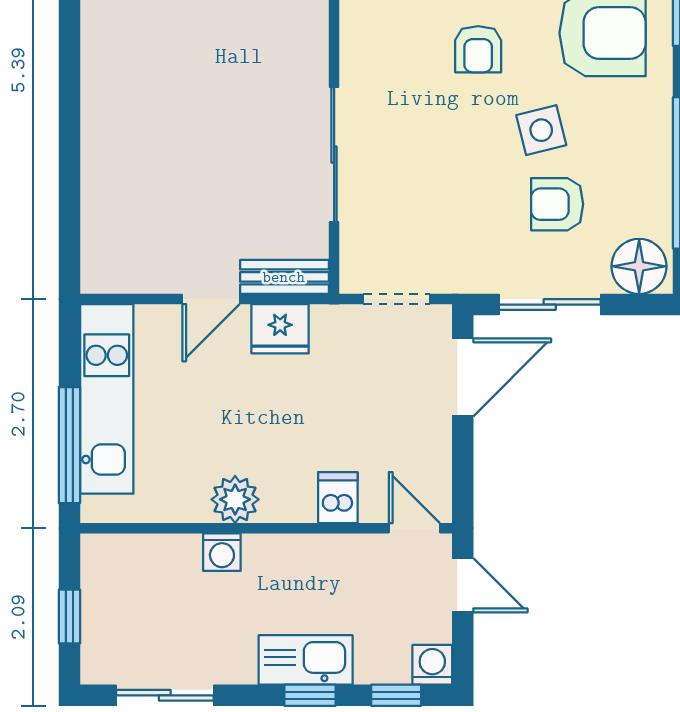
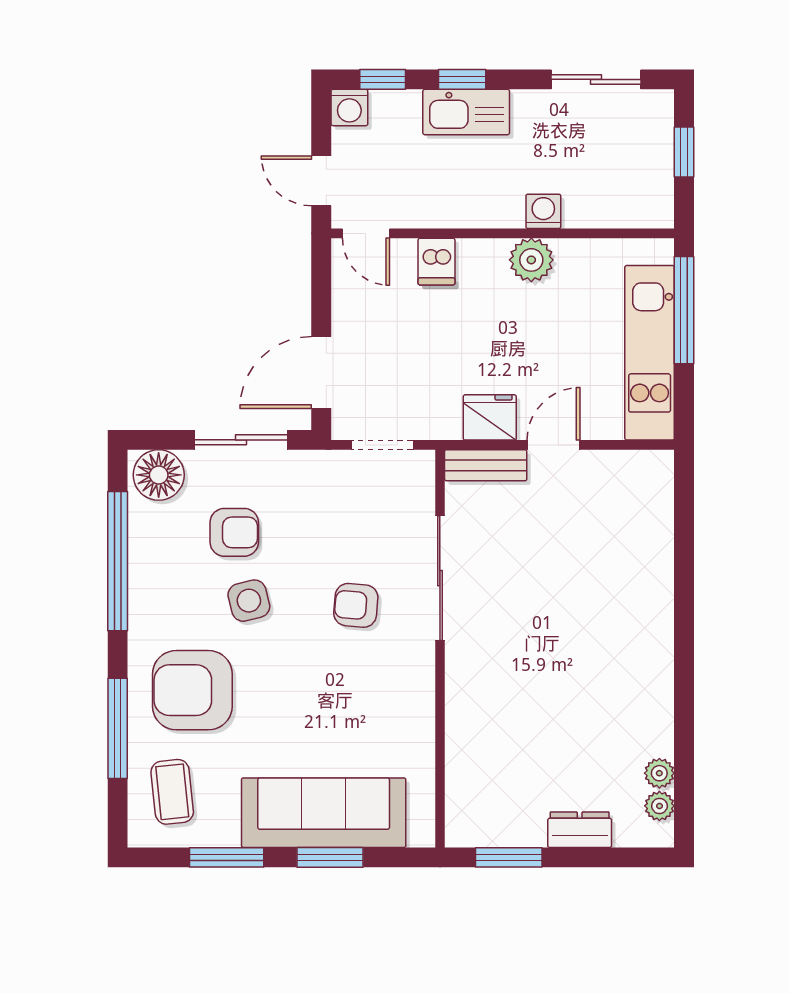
armchair: (478, 49) -> (356, 605), moved, turned -85

